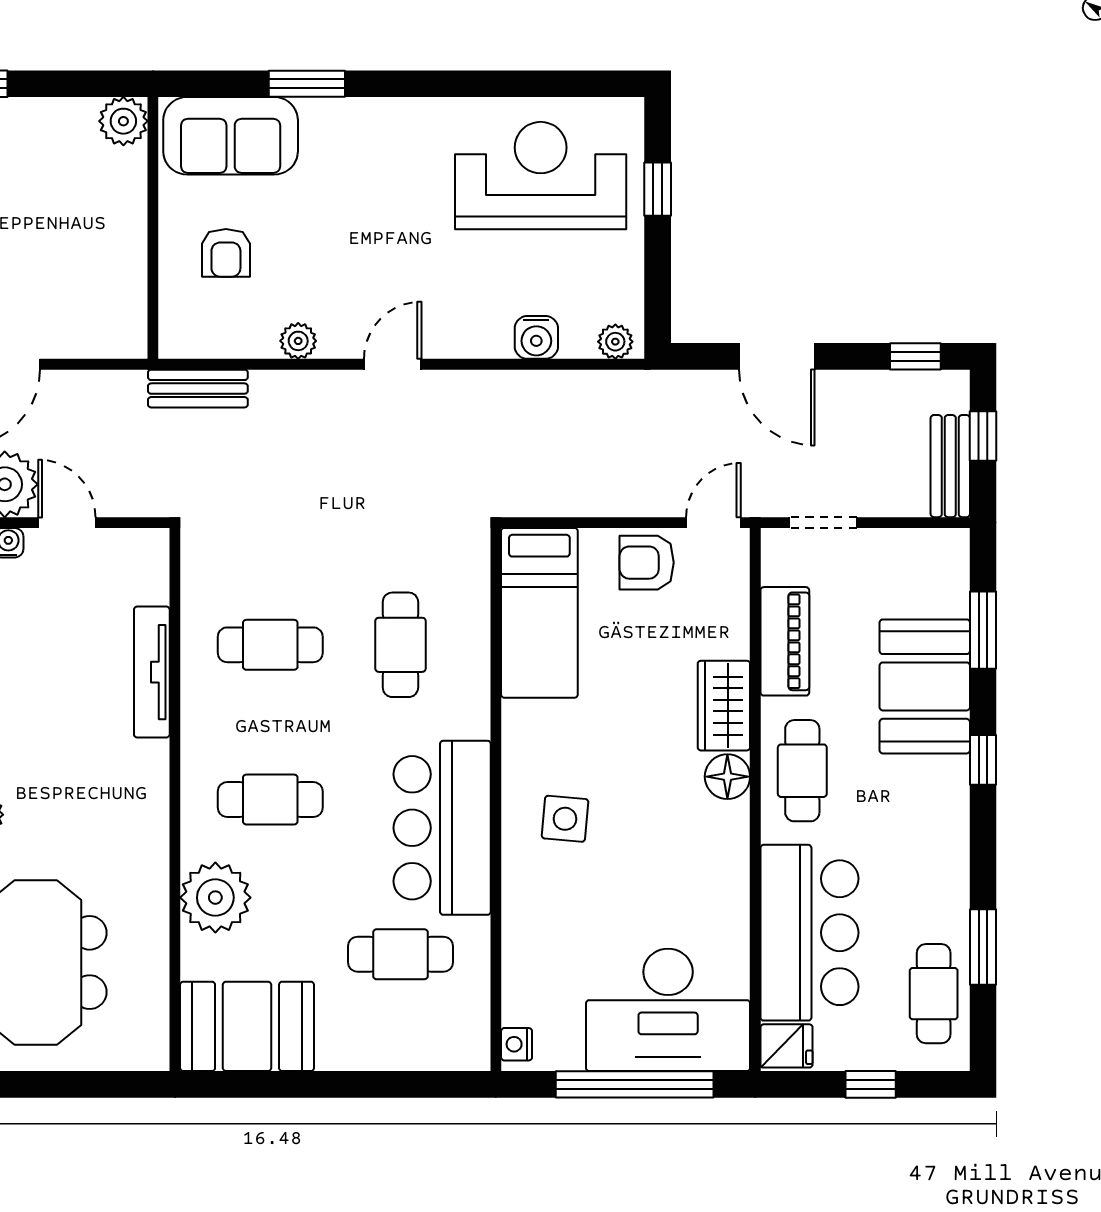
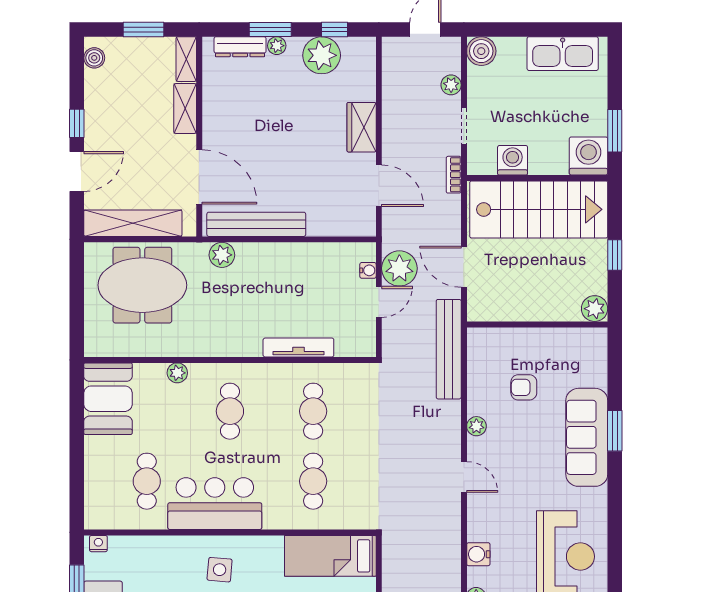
plant: (123, 121) -> (595, 309), moved
sofa: (231, 136) -> (587, 437), moved, width x1.36
wall: (153, 228) -> (537, 324), moved
bench: (198, 389) -> (449, 349), width x1.86, depth x1.21
cafe table: (400, 645) -> (313, 481), turned 90
plant: (215, 898) -> (177, 373), width x0.53, depth x0.53

